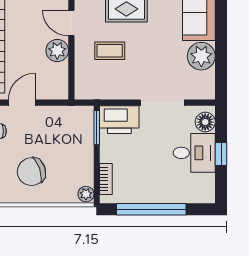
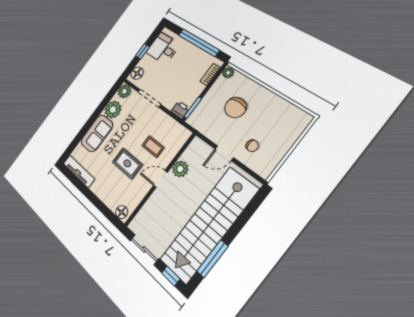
door: (71, 23) -> (160, 179), swing flipped
plant: (204, 89) -> (124, 91), added
printer: (119, 120) -> (180, 110), width x0.53, depth x0.68
desk: (194, 153) -> (163, 48), moved
chair: (31, 172) -> (235, 108), moved, turned 109

